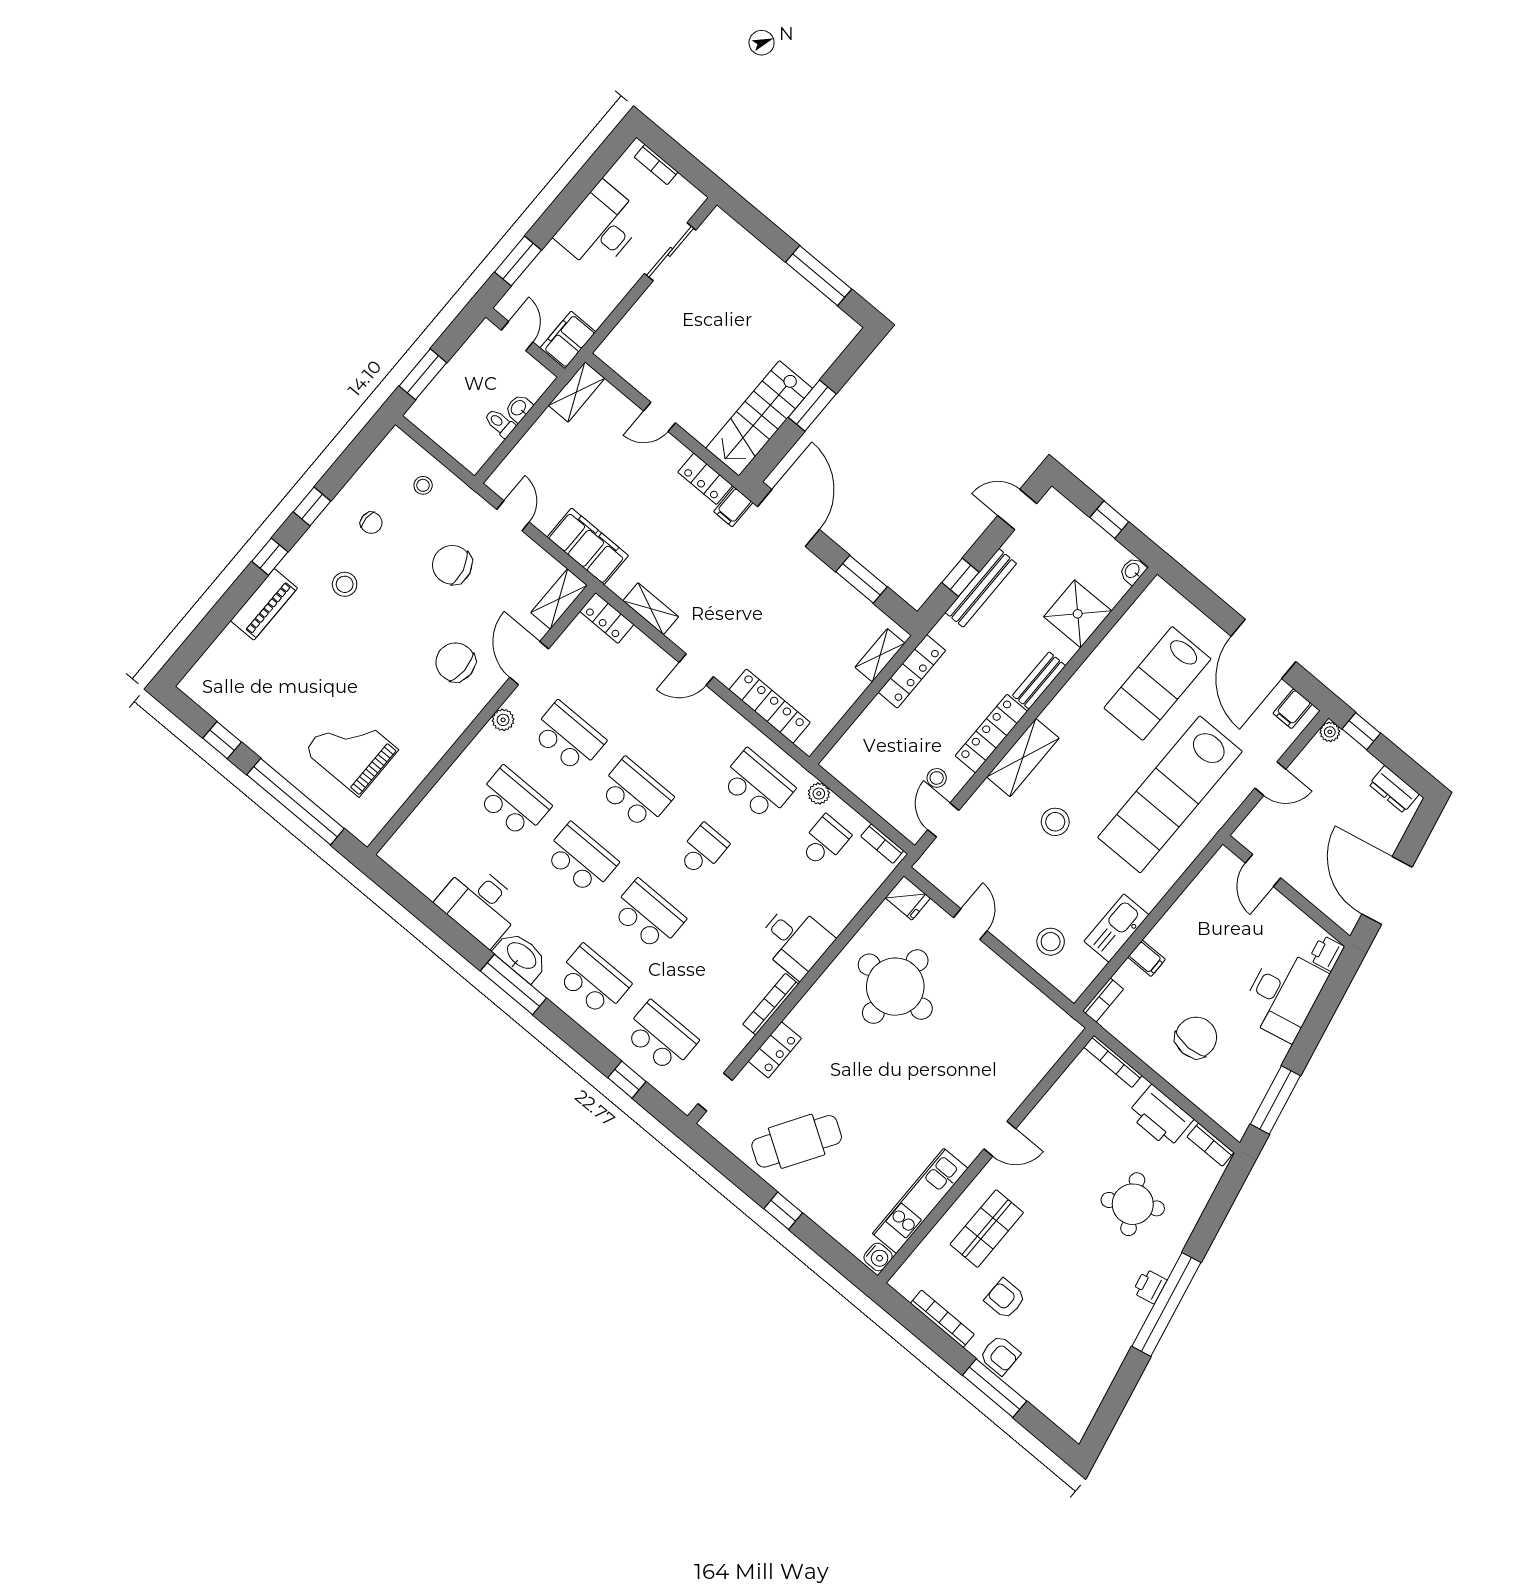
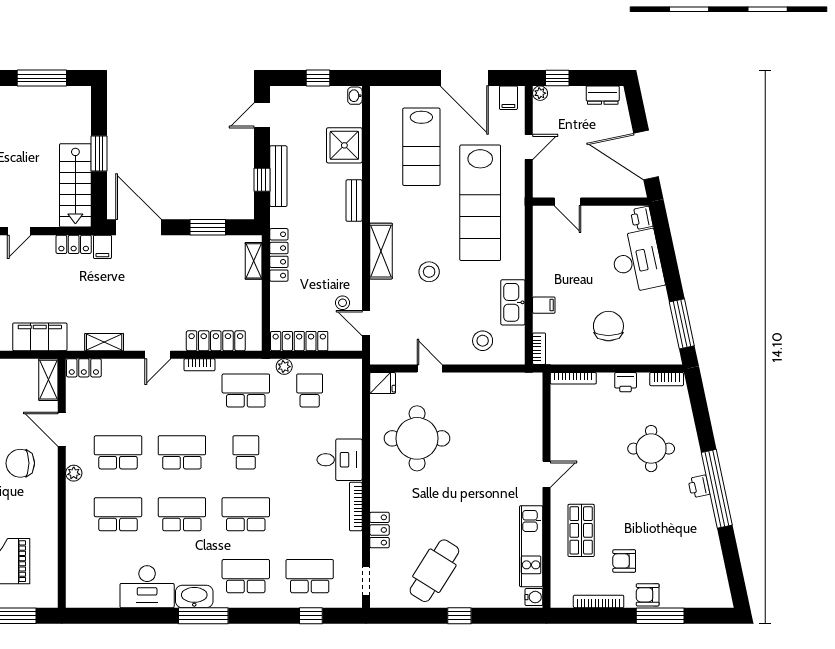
locker: (991, 734) -> (299, 341), moved, turned 90
bookcase: (882, 844) -> (199, 365), moved
printer: (1160, 1117) -> (626, 382), width x0.53, depth x0.68
round table: (1133, 1204) -> (651, 449), turned 30
armchair: (1000, 1355) -> (648, 595), turned 180

